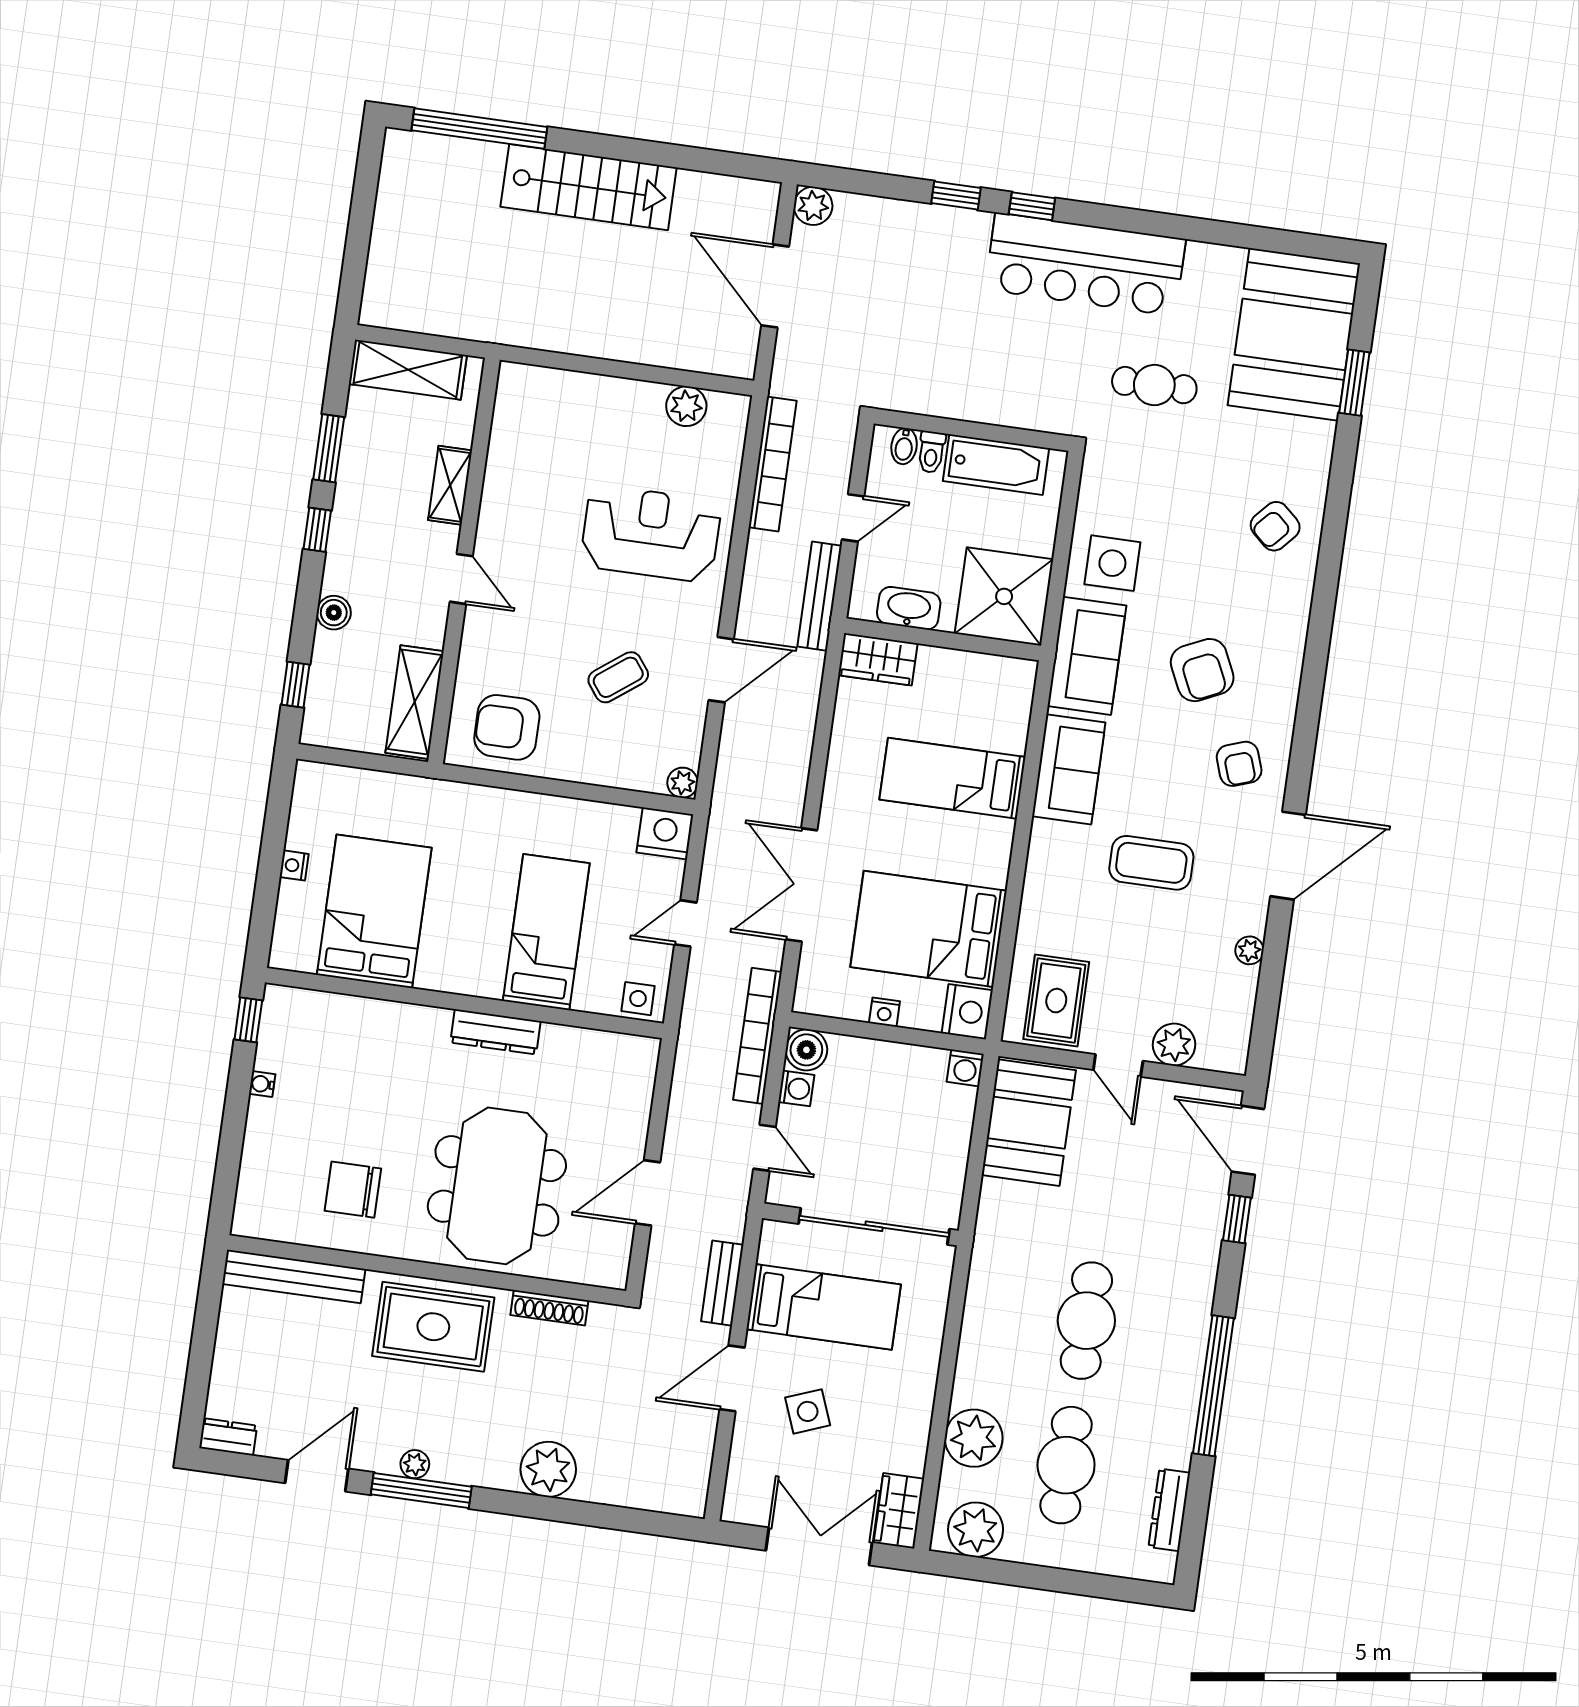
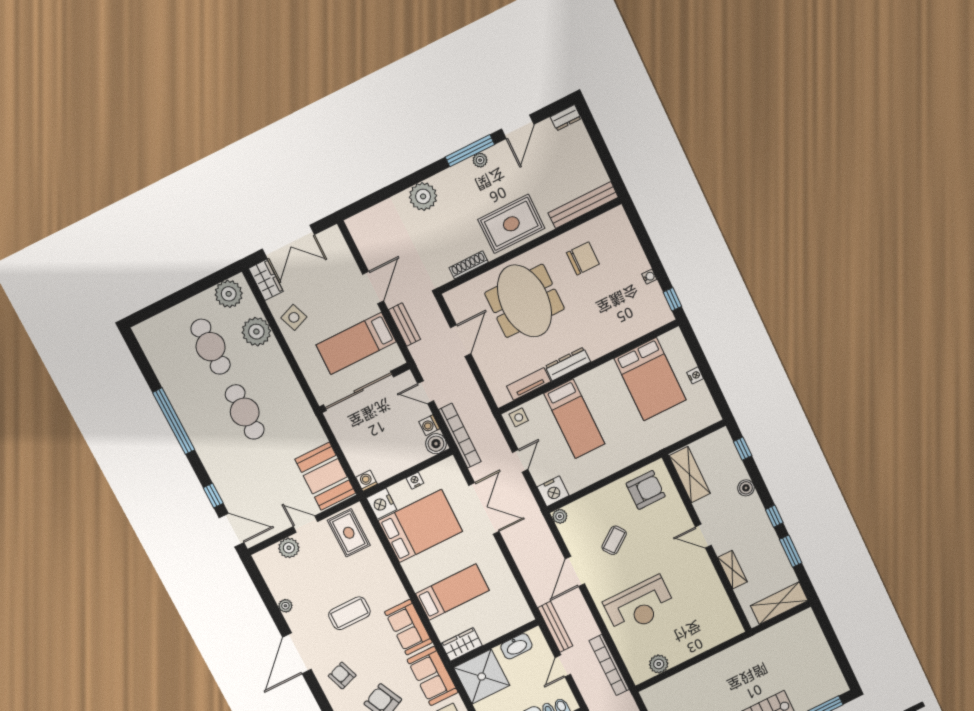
wardrobe: (878, 659) -> (462, 644), moved
tv unit: (583, 1043) -> (529, 384), added
side table: (808, 1411) -> (294, 317), moved
dresser: (1169, 1510) -> (155, 358), removed

